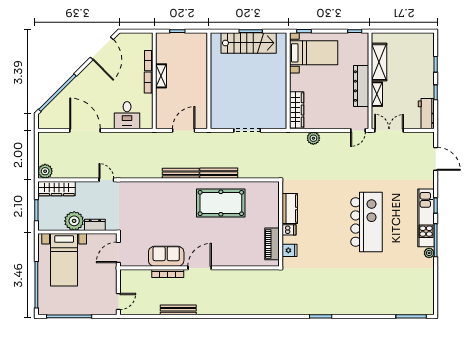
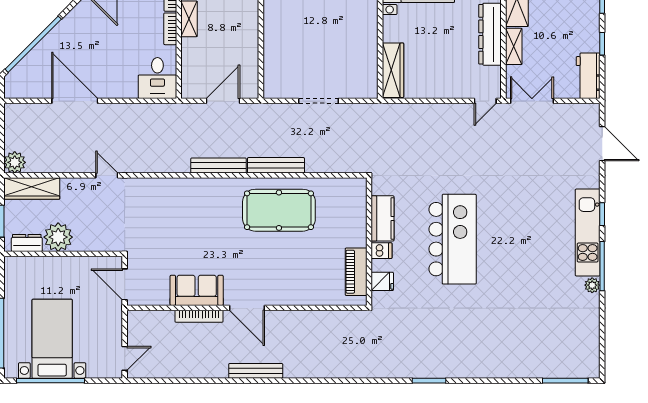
desk: (127, 115) -> (157, 78), moved
plant: (313, 138) -> (418, 113), removed
kitchen island: (367, 222) -> (453, 239), moved
dresser: (95, 225) -> (27, 243), moved
door: (118, 252) -> (125, 284), hinge flipped
bed with nightstands: (64, 260) -> (52, 339), moved, turned 180
door: (200, 268) -> (247, 308), swing flipped
bench: (178, 310) -> (256, 371), moved

